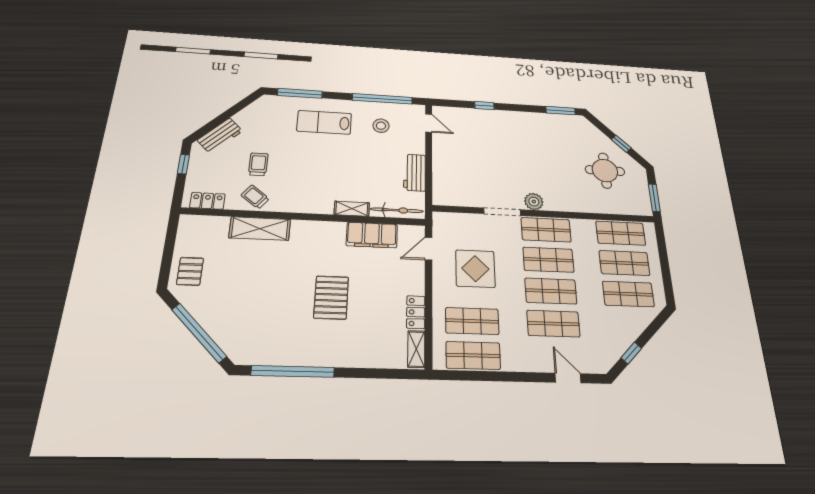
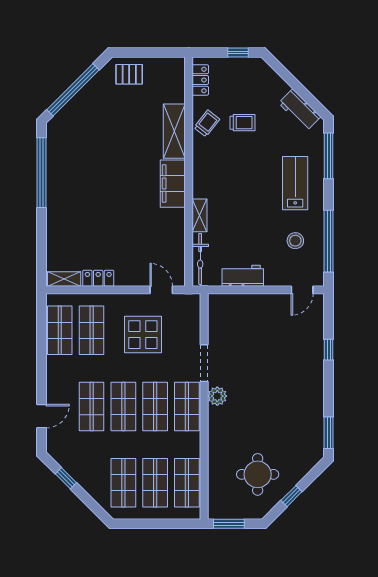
workbench: (220, 136) -> (300, 110), moved
filing cabinet: (372, 235) -> (173, 184), moved
pallet: (331, 297) -> (109, 201), removed

